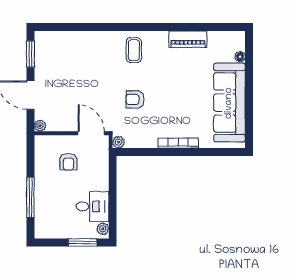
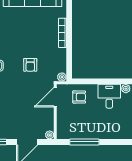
armchair: (68, 162) -> (79, 97), moved
window: (30, 197) -> (84, 142), moved

